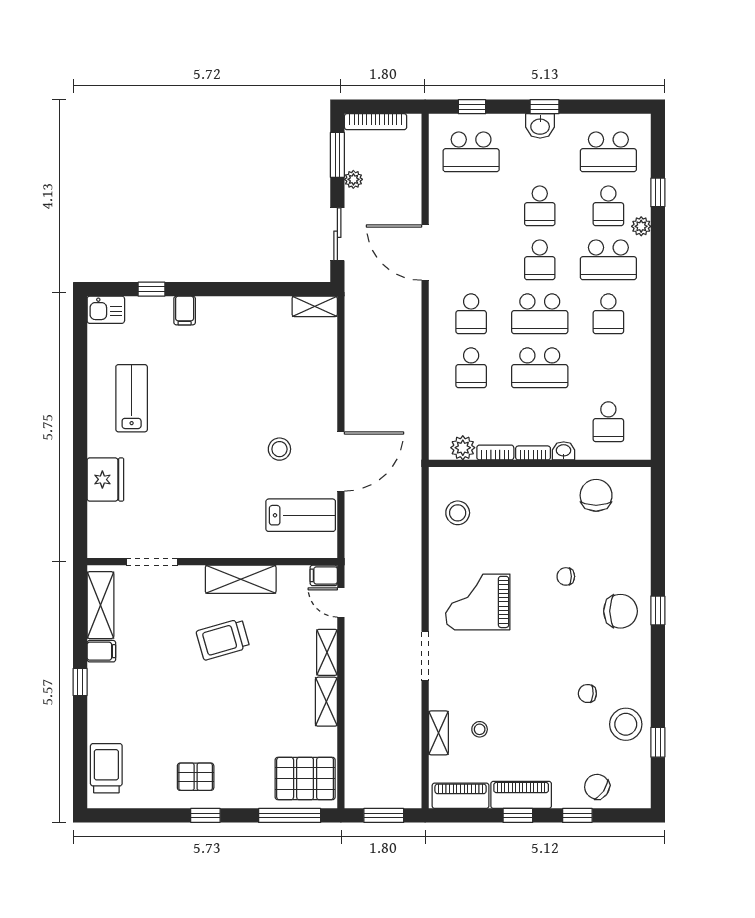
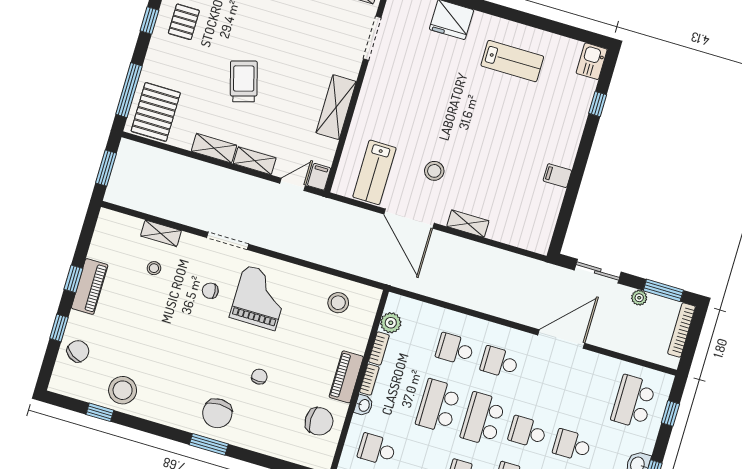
shelving: (315, 306) -> (468, 224), moved, turned 90
filing cabinet: (185, 311) -> (557, 176), moved
window: (658, 610) -> (209, 444), width x1.50
trolley: (223, 639) -> (244, 81), moved
chair: (587, 694) -> (210, 291), moved, turned -99
piano: (461, 796) -> (346, 377), moved, turned 180

